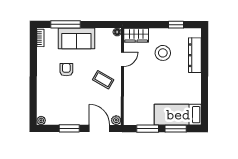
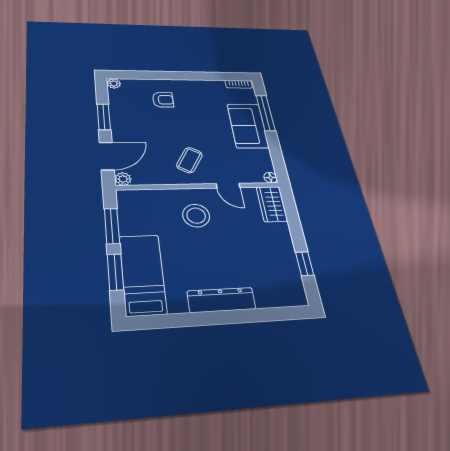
stool: (163, 53) -> (196, 216), moved
dresser: (195, 55) -> (221, 300), moved
armchair: (66, 70) -> (163, 100), moved

